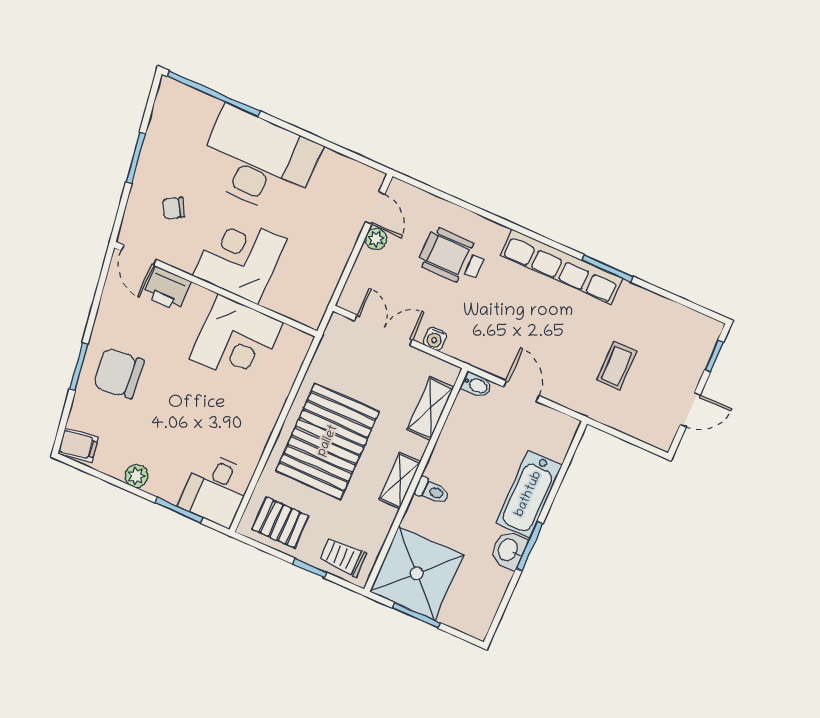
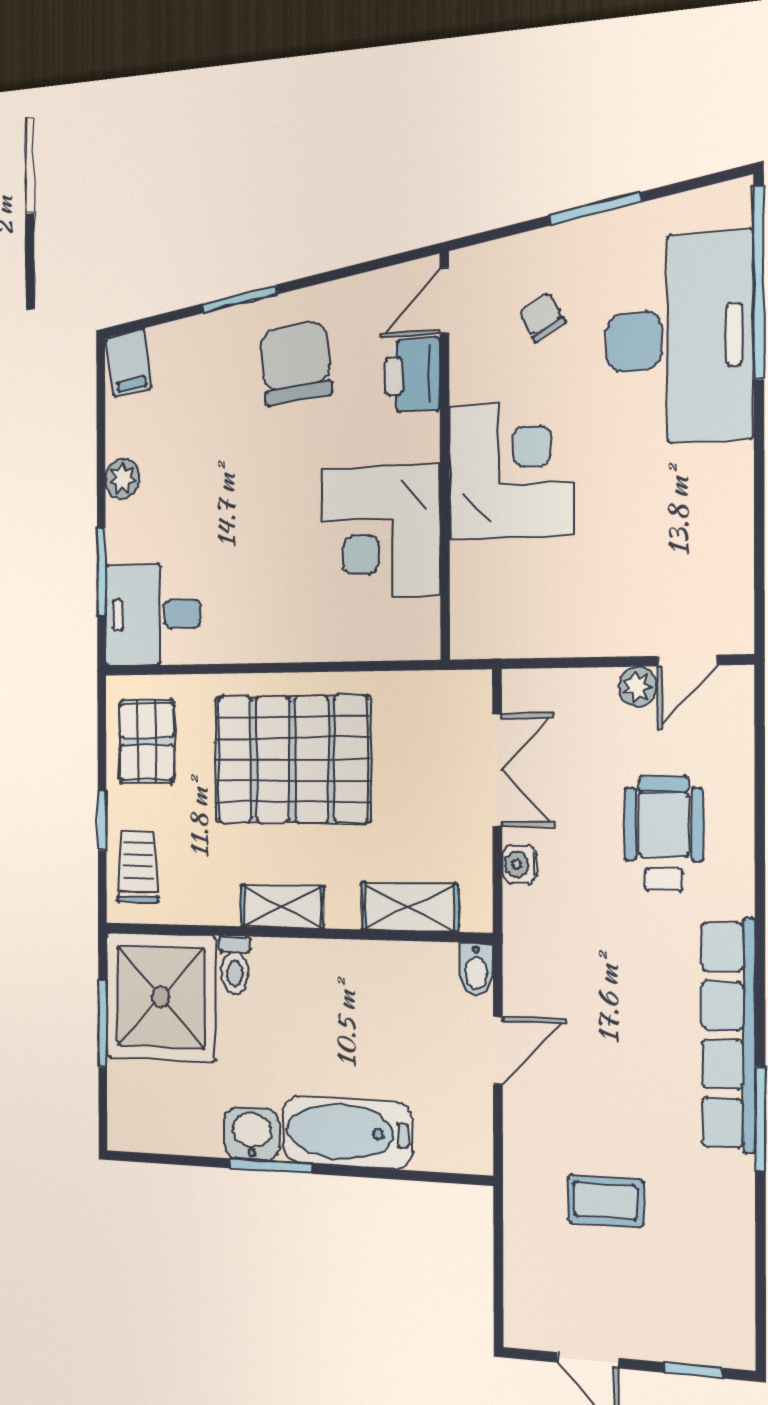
desk: (258, 161) -> (679, 338), moved
chair: (119, 373) -> (296, 363), moved
toilet: (432, 491) -> (235, 965), moved

